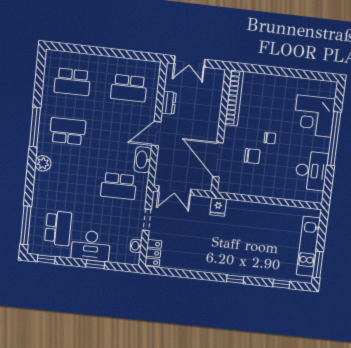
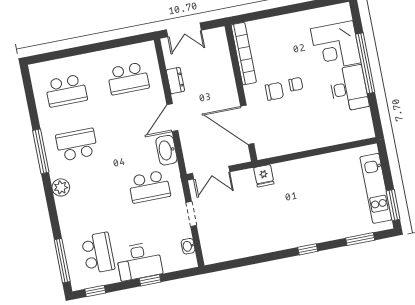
chair: (252, 156) -> (274, 91), moved
desk: (311, 171) -> (349, 88), moved
locker: (153, 253) -> (209, 248), removed
window: (281, 284) -> (360, 239), width x1.50

